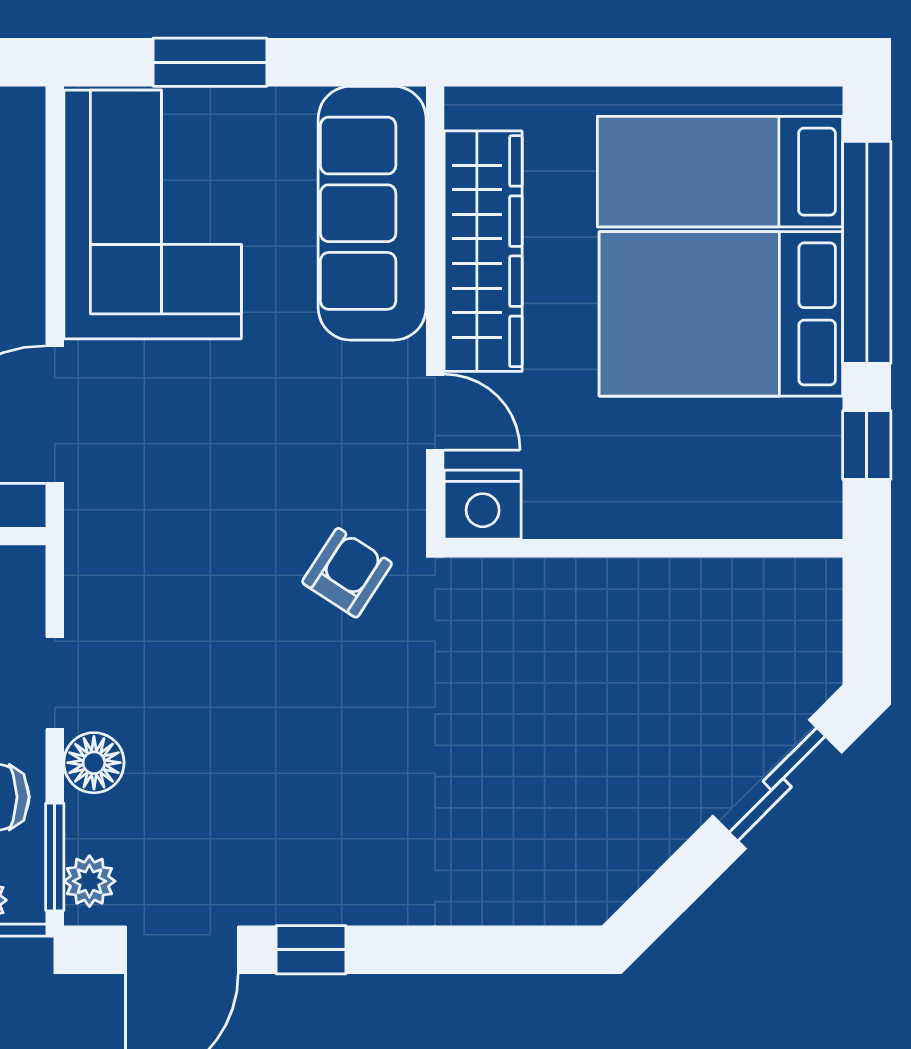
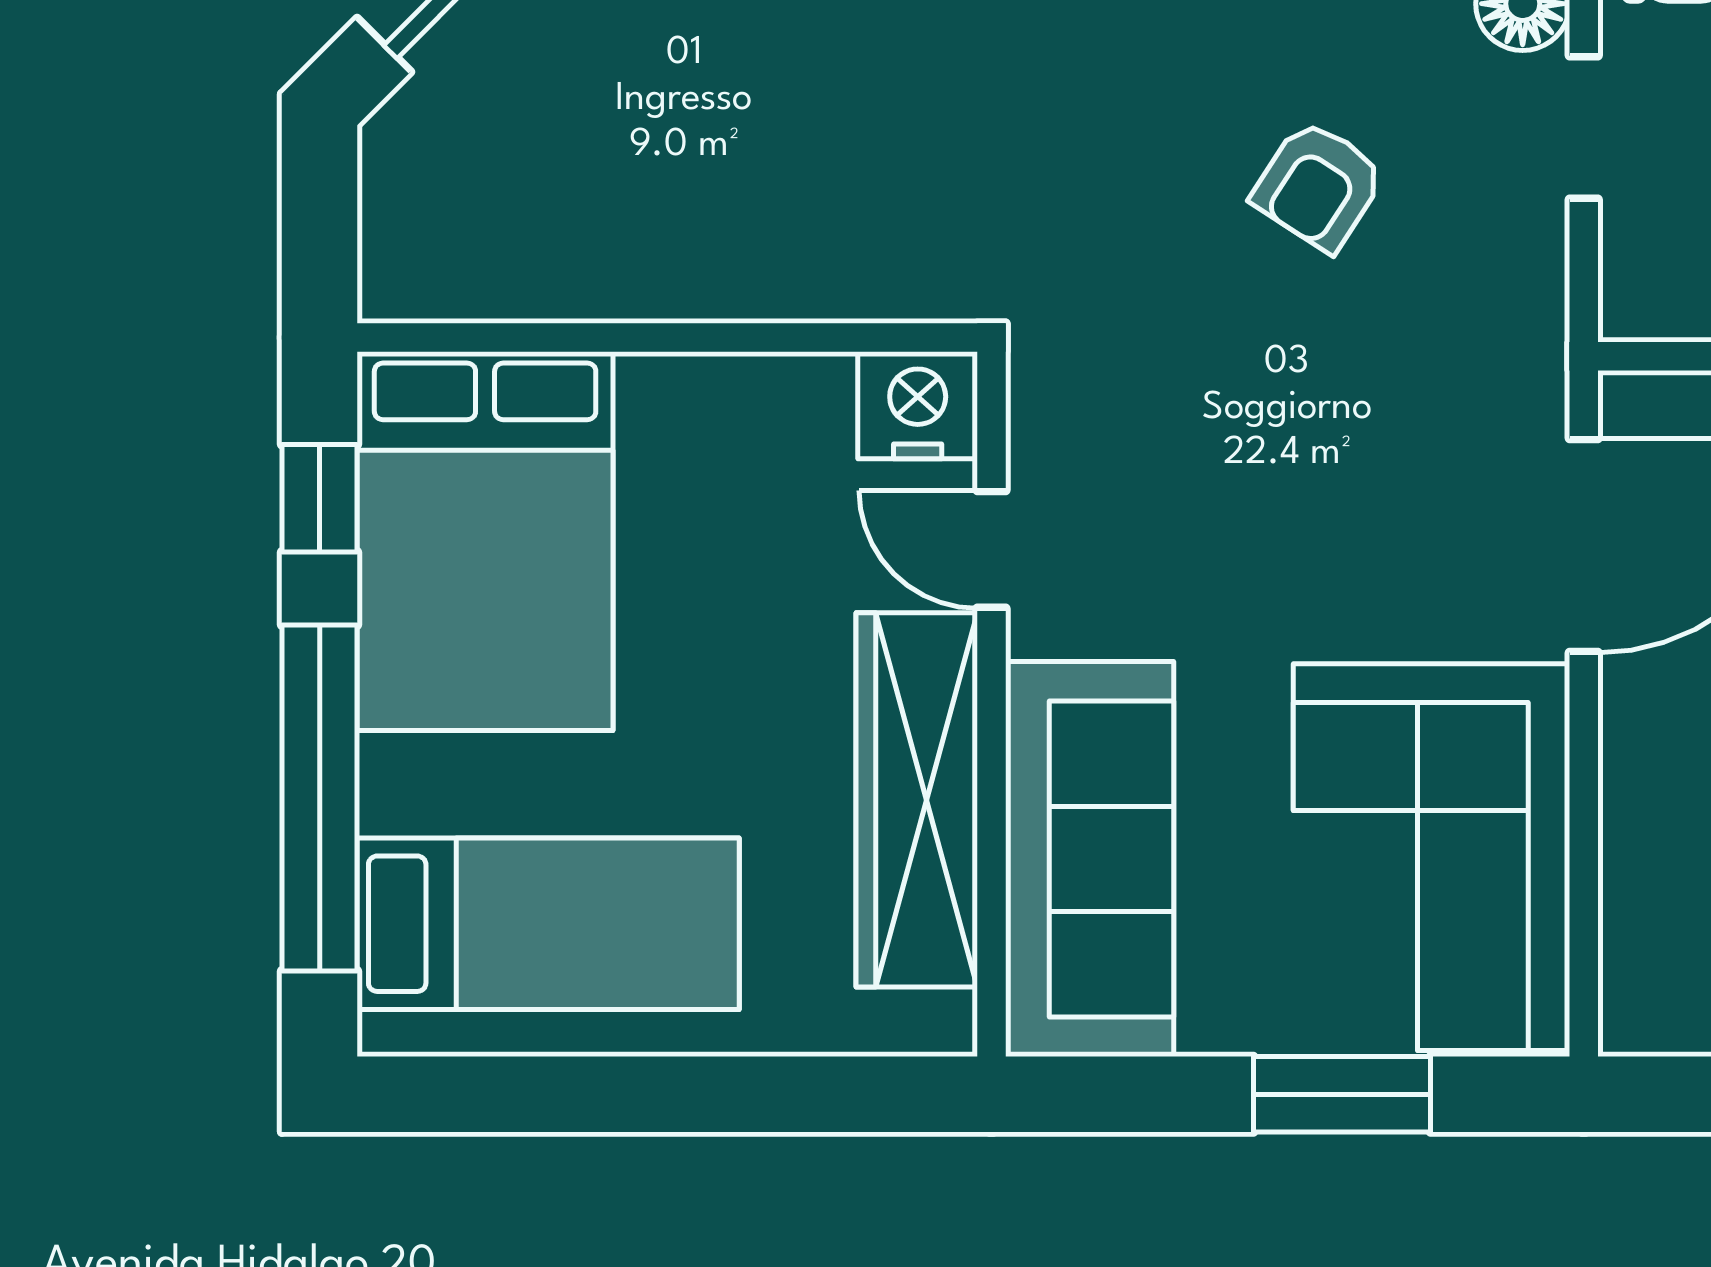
bed: (721, 314) -> (485, 541), moved, turned 90
armchair: (347, 573) -> (1318, 186), moved

